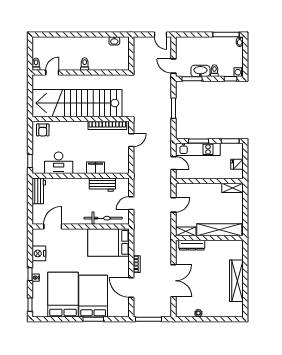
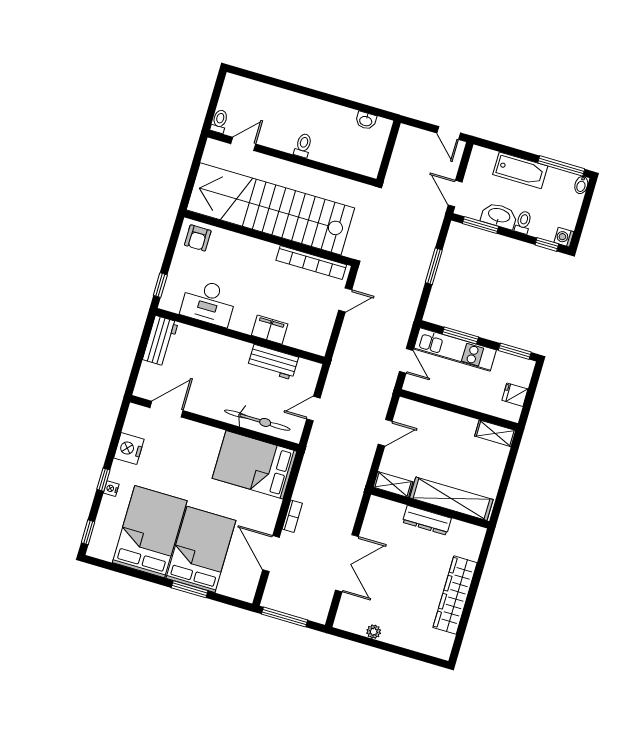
bathtub: (205, 43) -> (520, 170), added
dresser: (192, 245) -> (427, 520), moved

